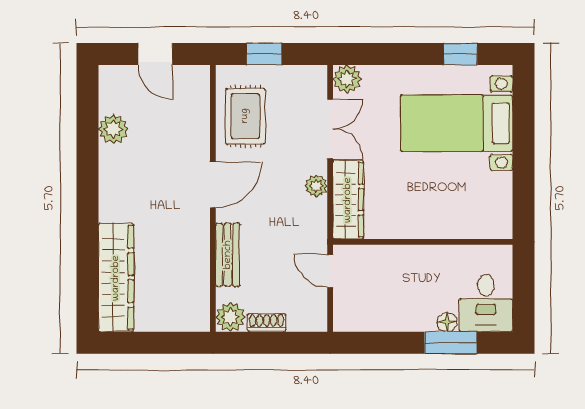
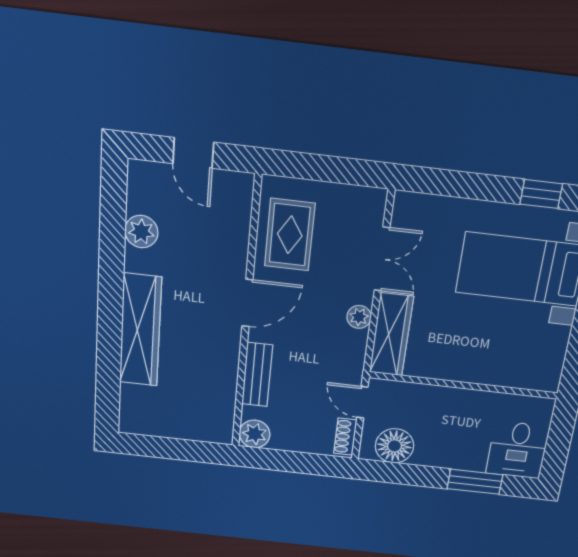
window: (264, 54) -> (318, 168), removed
plant: (347, 79) -> (409, 207), removed
wardrobe: (116, 278) -> (140, 330), moved
floor lamp: (447, 322) -> (394, 446), moved, width x1.89, depth x1.89
shoe rack: (267, 323) -> (345, 437), moved, turned -90

